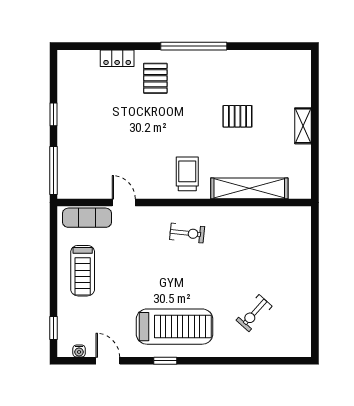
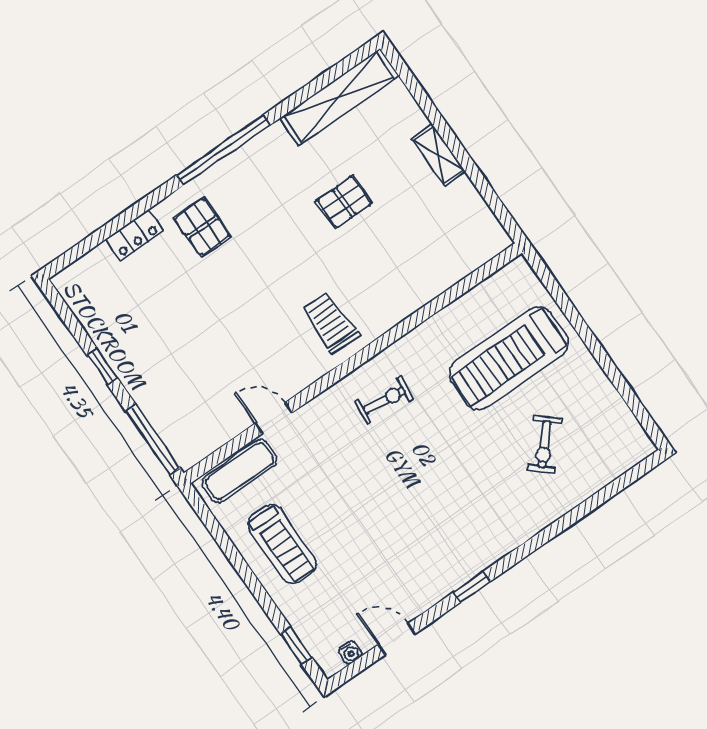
shelving: (249, 188) -> (339, 97), moved
treadmill: (175, 327) -> (509, 358), moved, turned 180

